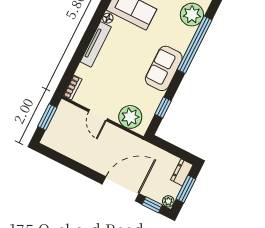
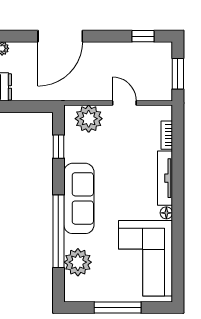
sofa: (164, 68) -> (79, 198), width x1.36
bookcase: (73, 87) -> (167, 135), moved
window: (152, 205) -> (143, 36), moved

